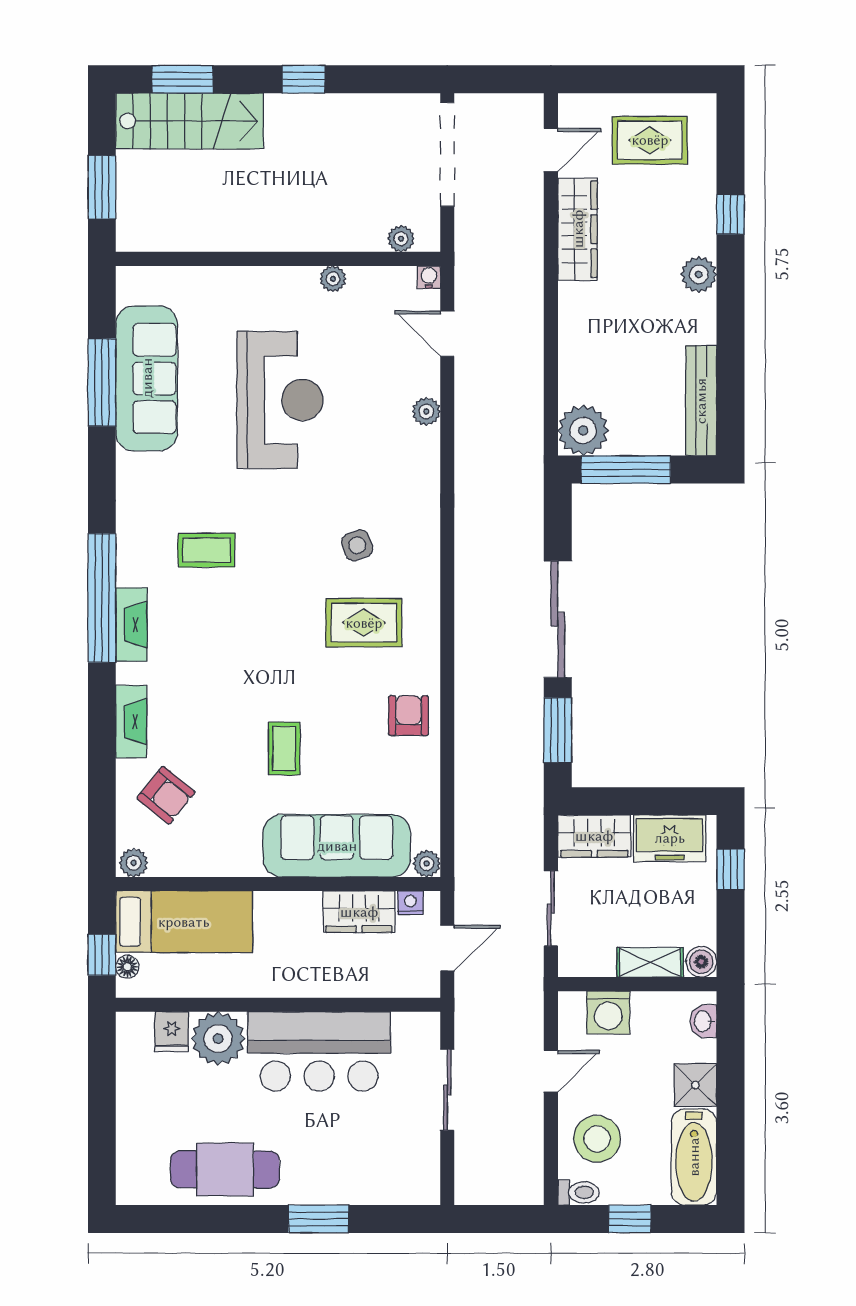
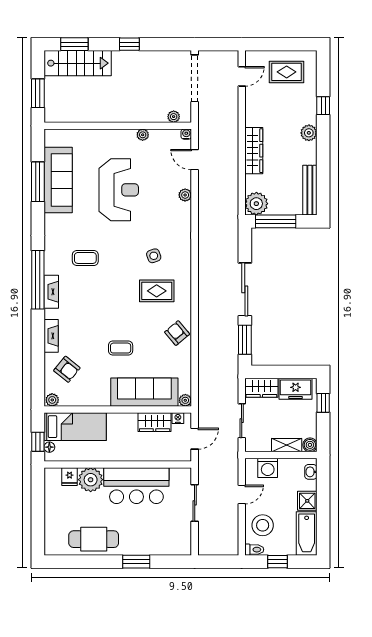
wardrobe: (578, 229) -> (254, 151), moved
armchair: (409, 716) -> (177, 333), turned -40
coffee table: (284, 749) -> (121, 348), turned 90

